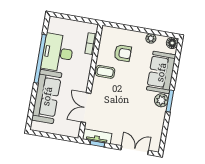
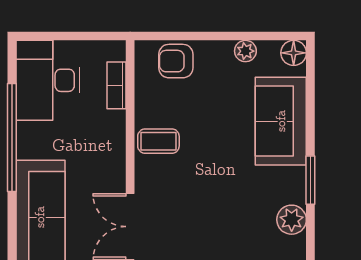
desk: (58, 53) -> (48, 80), moved
armchair: (123, 53) -> (176, 61), moved, turned 180
plant: (161, 100) -> (292, 220), moved

